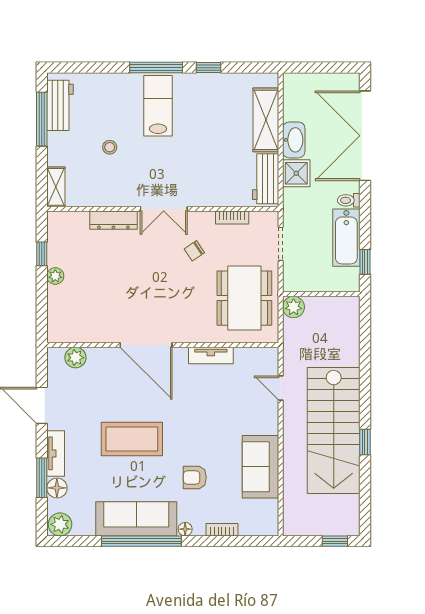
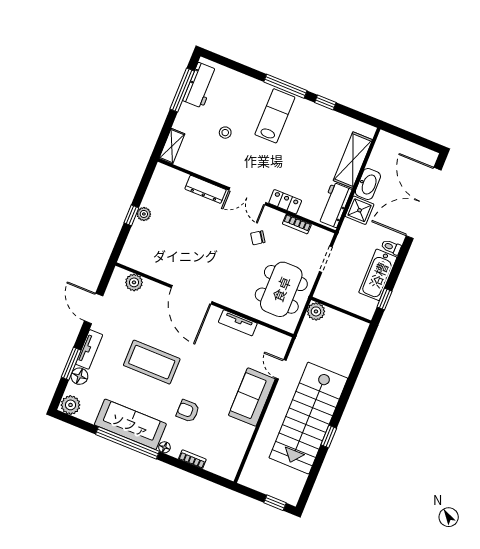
locker: (209, 198) -> (285, 202), added
window: (42, 254) -> (131, 215), moved
sofa: (260, 467) -> (252, 397), moved

